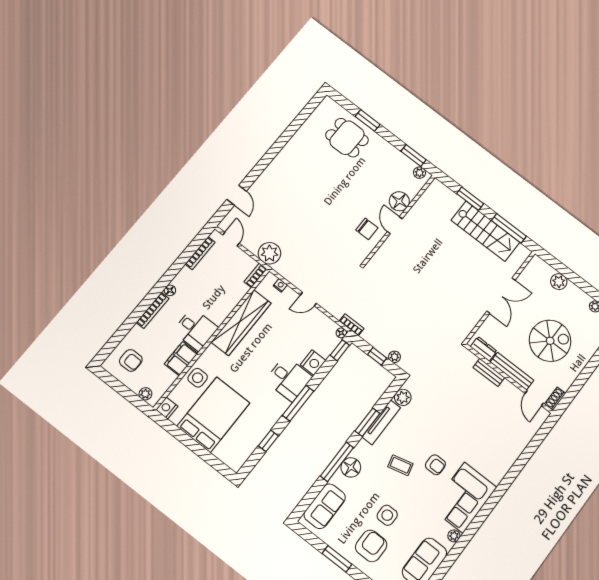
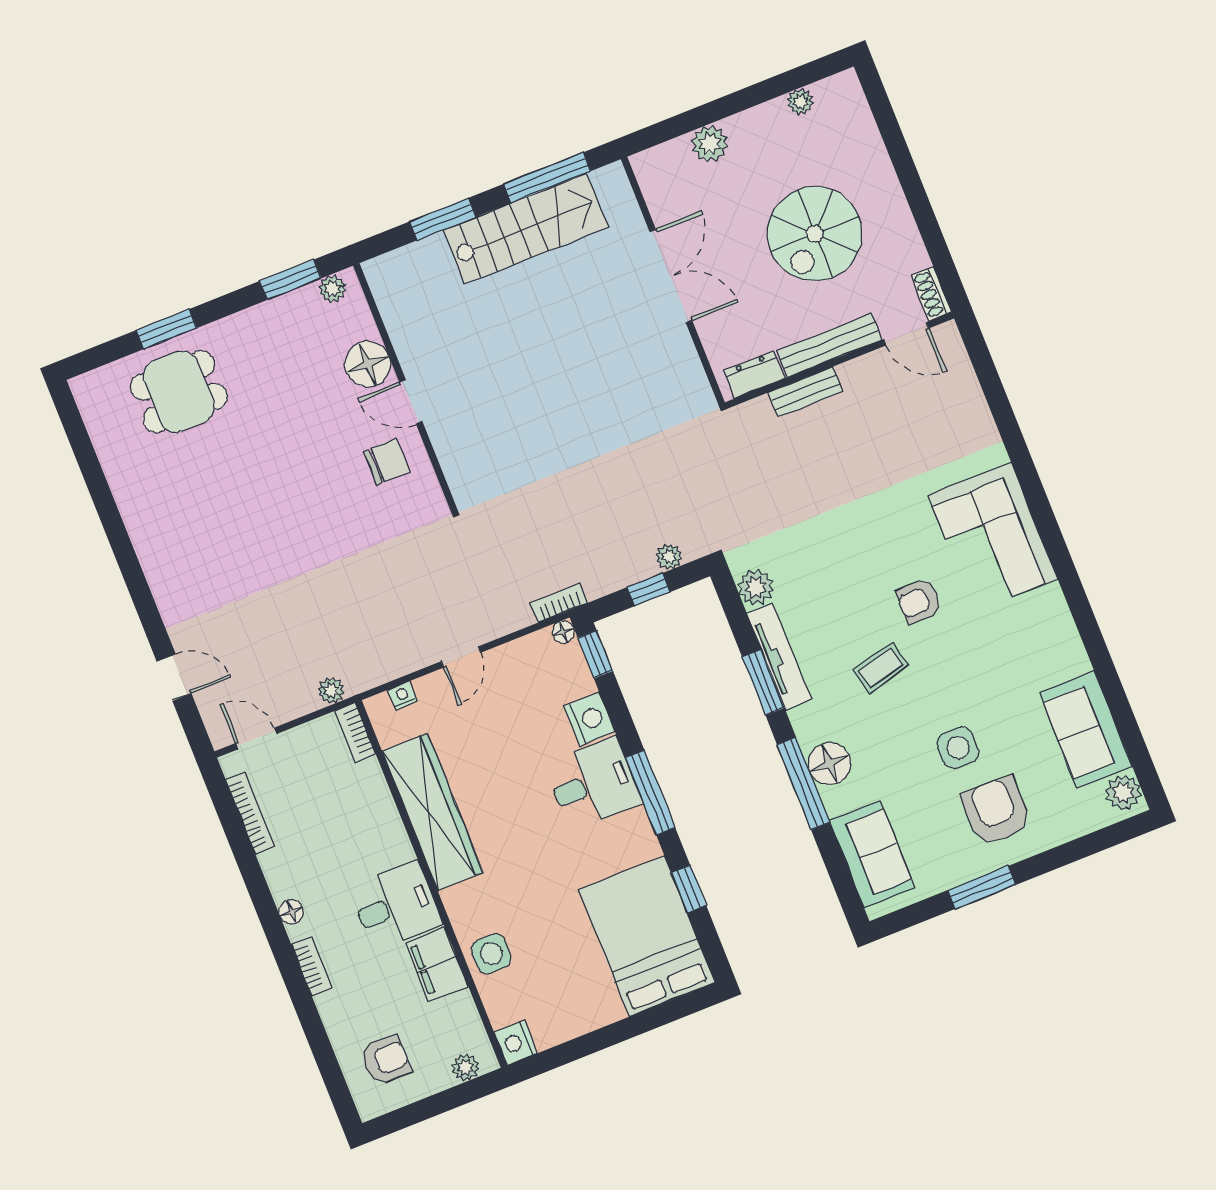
plant: (269, 253) -> (331, 691), width x0.53, depth x0.53
bookcase: (153, 310) -> (312, 966), width x0.64
spiral stairs: (550, 341) -> (815, 234), turned 180
bed: (213, 415) -> (647, 936), moved
armchair: (435, 465) -> (919, 601), turned 180
corner sofa: (464, 498) -> (993, 537), moved
plant: (454, 536) -> (1070, 646), removed

